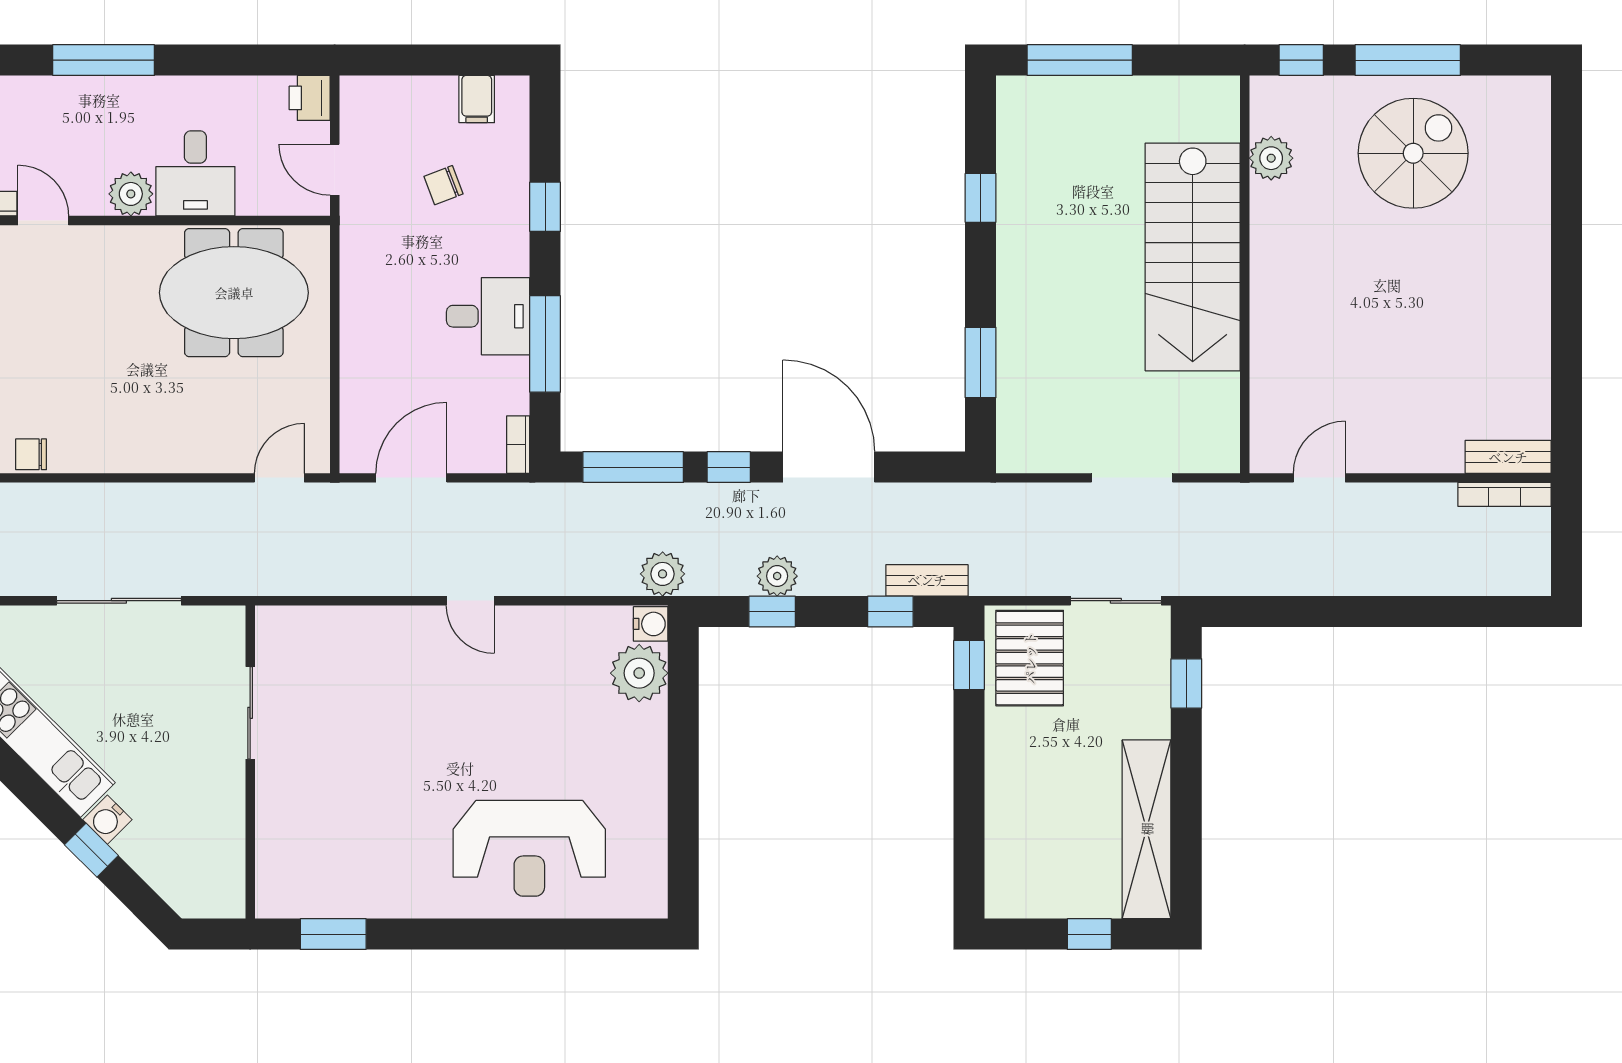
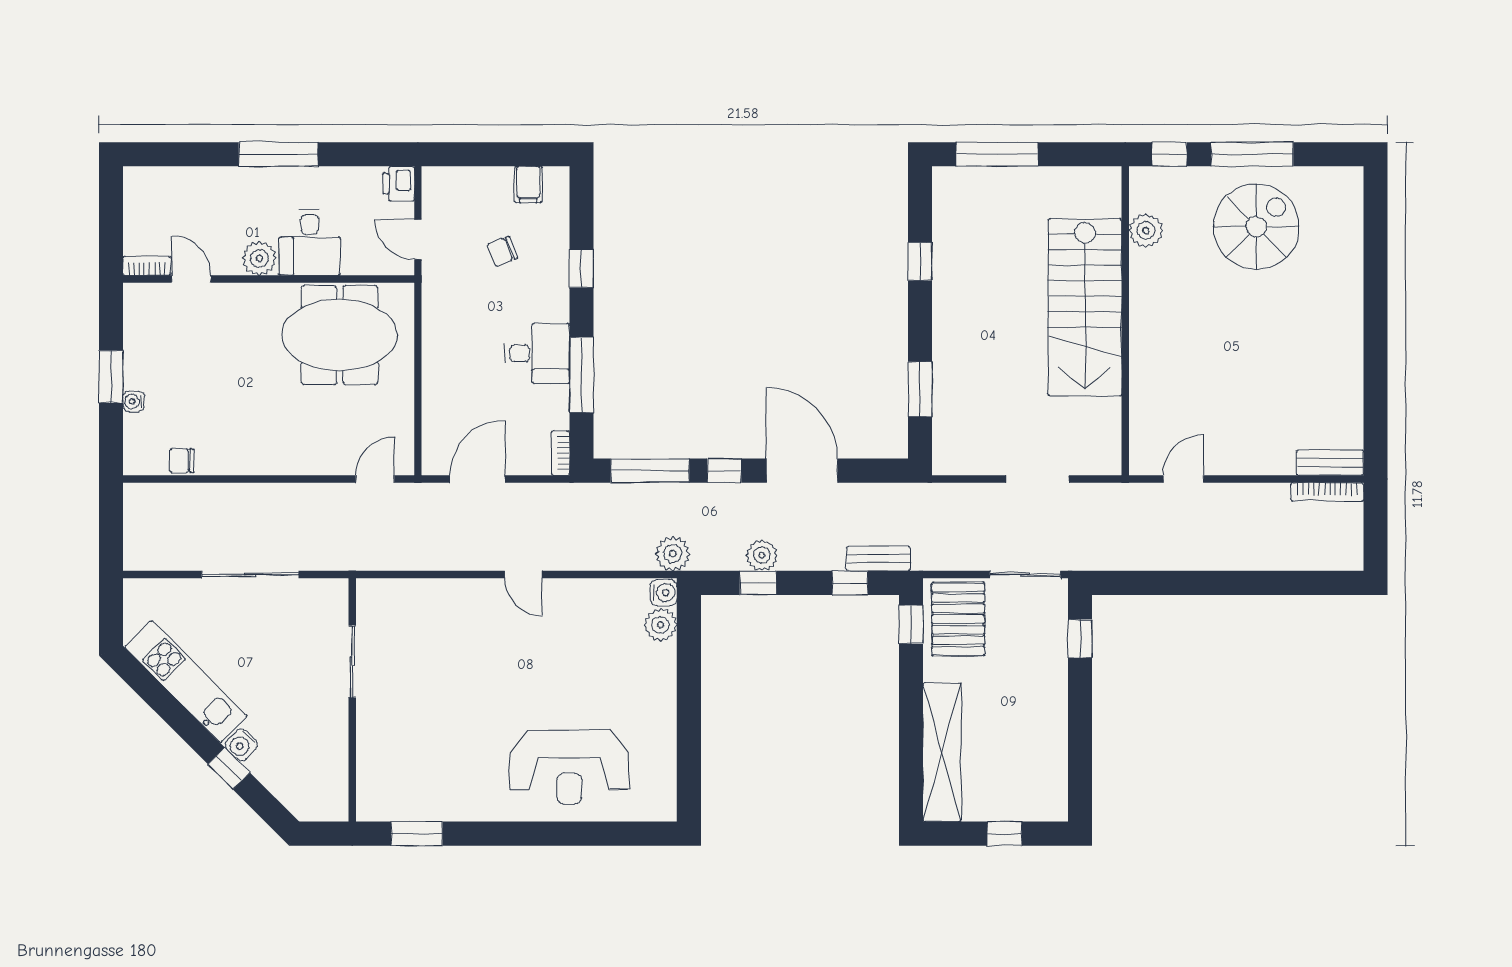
window: (104, 60) -> (278, 154), moved
plant: (639, 673) -> (661, 625), width x0.73, depth x0.73
shelving: (1147, 829) -> (942, 752), moved

